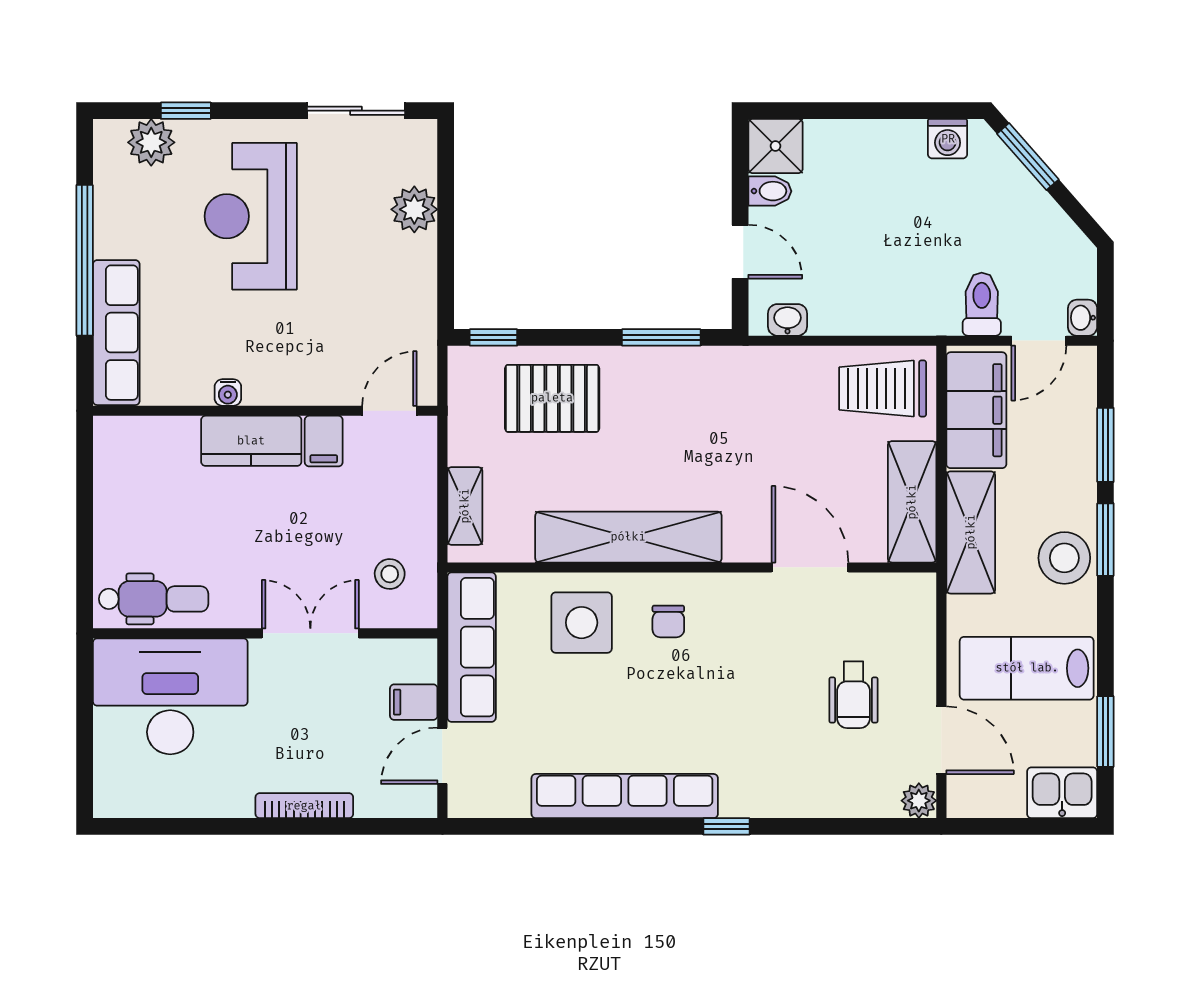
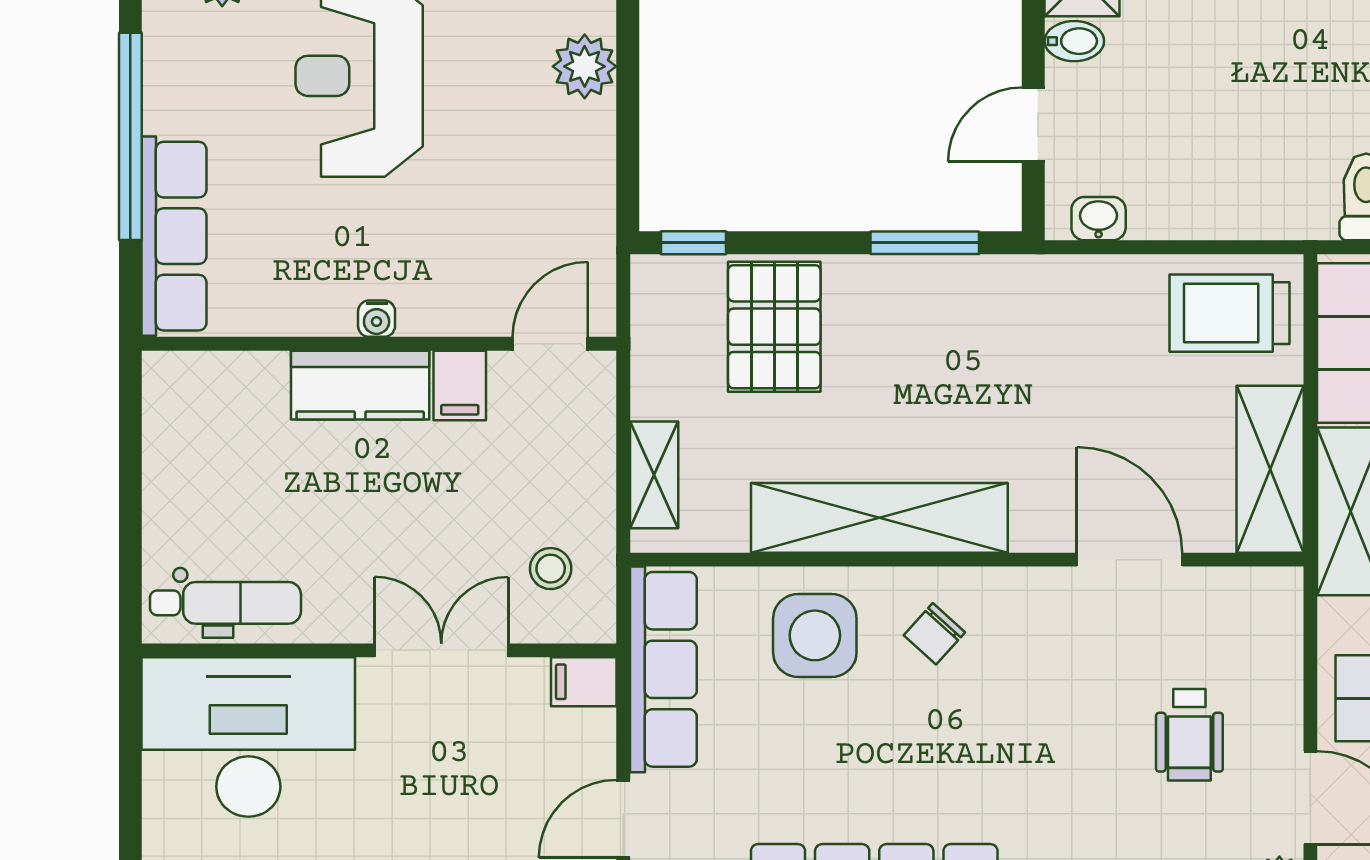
door: (740, 252) -> (1033, 125), swing flipped
water cooler: (228, 393) -> (377, 319), moved
pallet: (552, 398) -> (774, 327), turned 90
chair: (668, 621) -> (934, 634), turned 42
filing cabinet: (414, 702) -> (584, 682), moved

